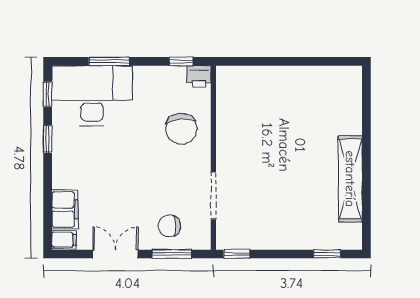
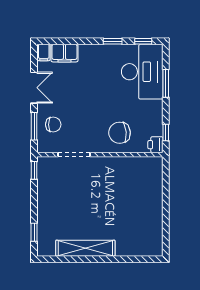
chair: (169, 226) -> (53, 125), turned 90

